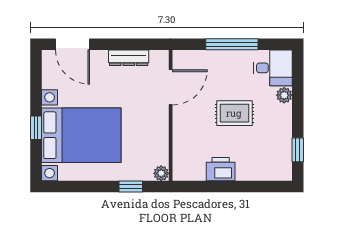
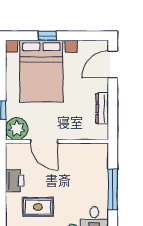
door: (171, 87) -> (44, 141), moved
rug: (234, 113) -> (38, 207), moved, turned 90
plant: (161, 173) -> (17, 129), width x1.88, depth x1.88

